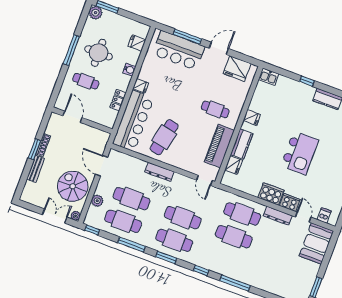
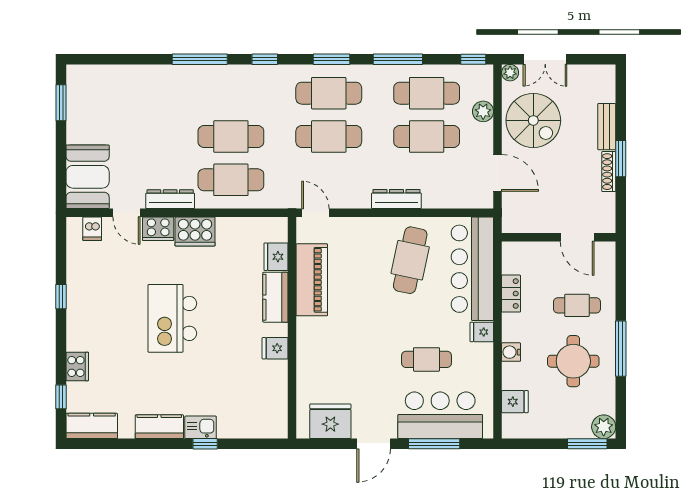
kitchen sink: (269, 77) -> (201, 427), moved
cafe table: (215, 109) -> (426, 359), moved

